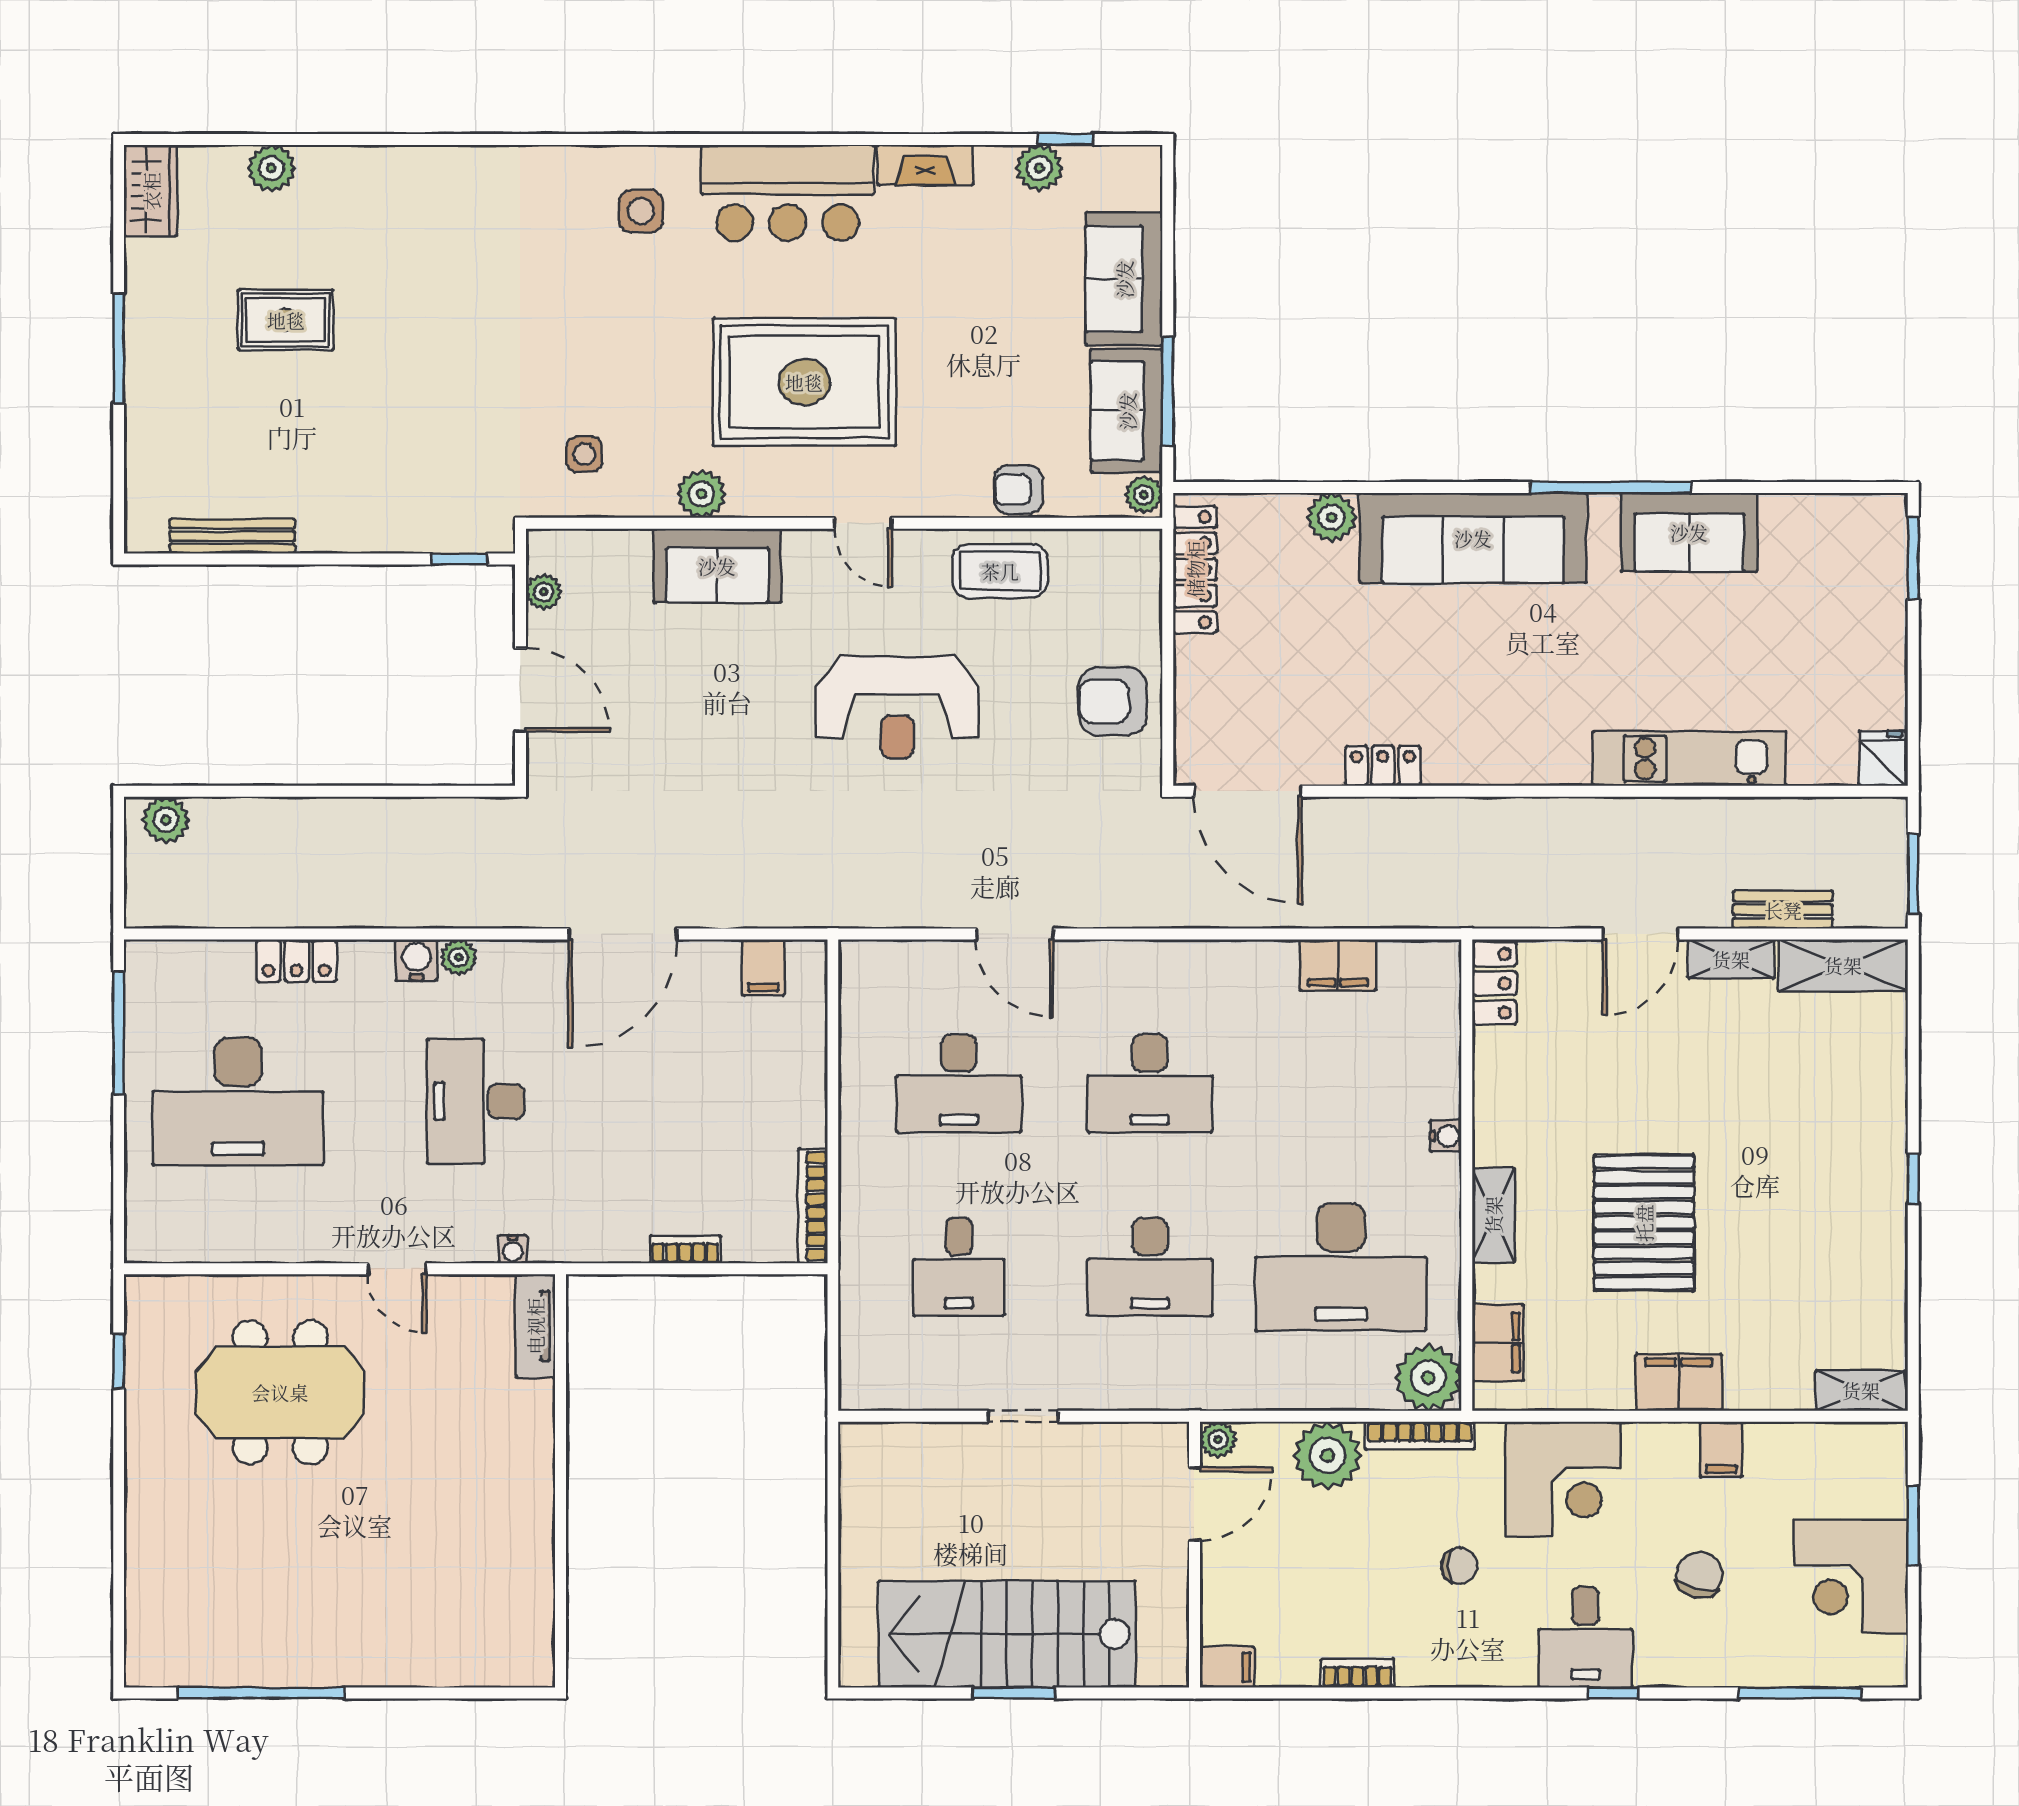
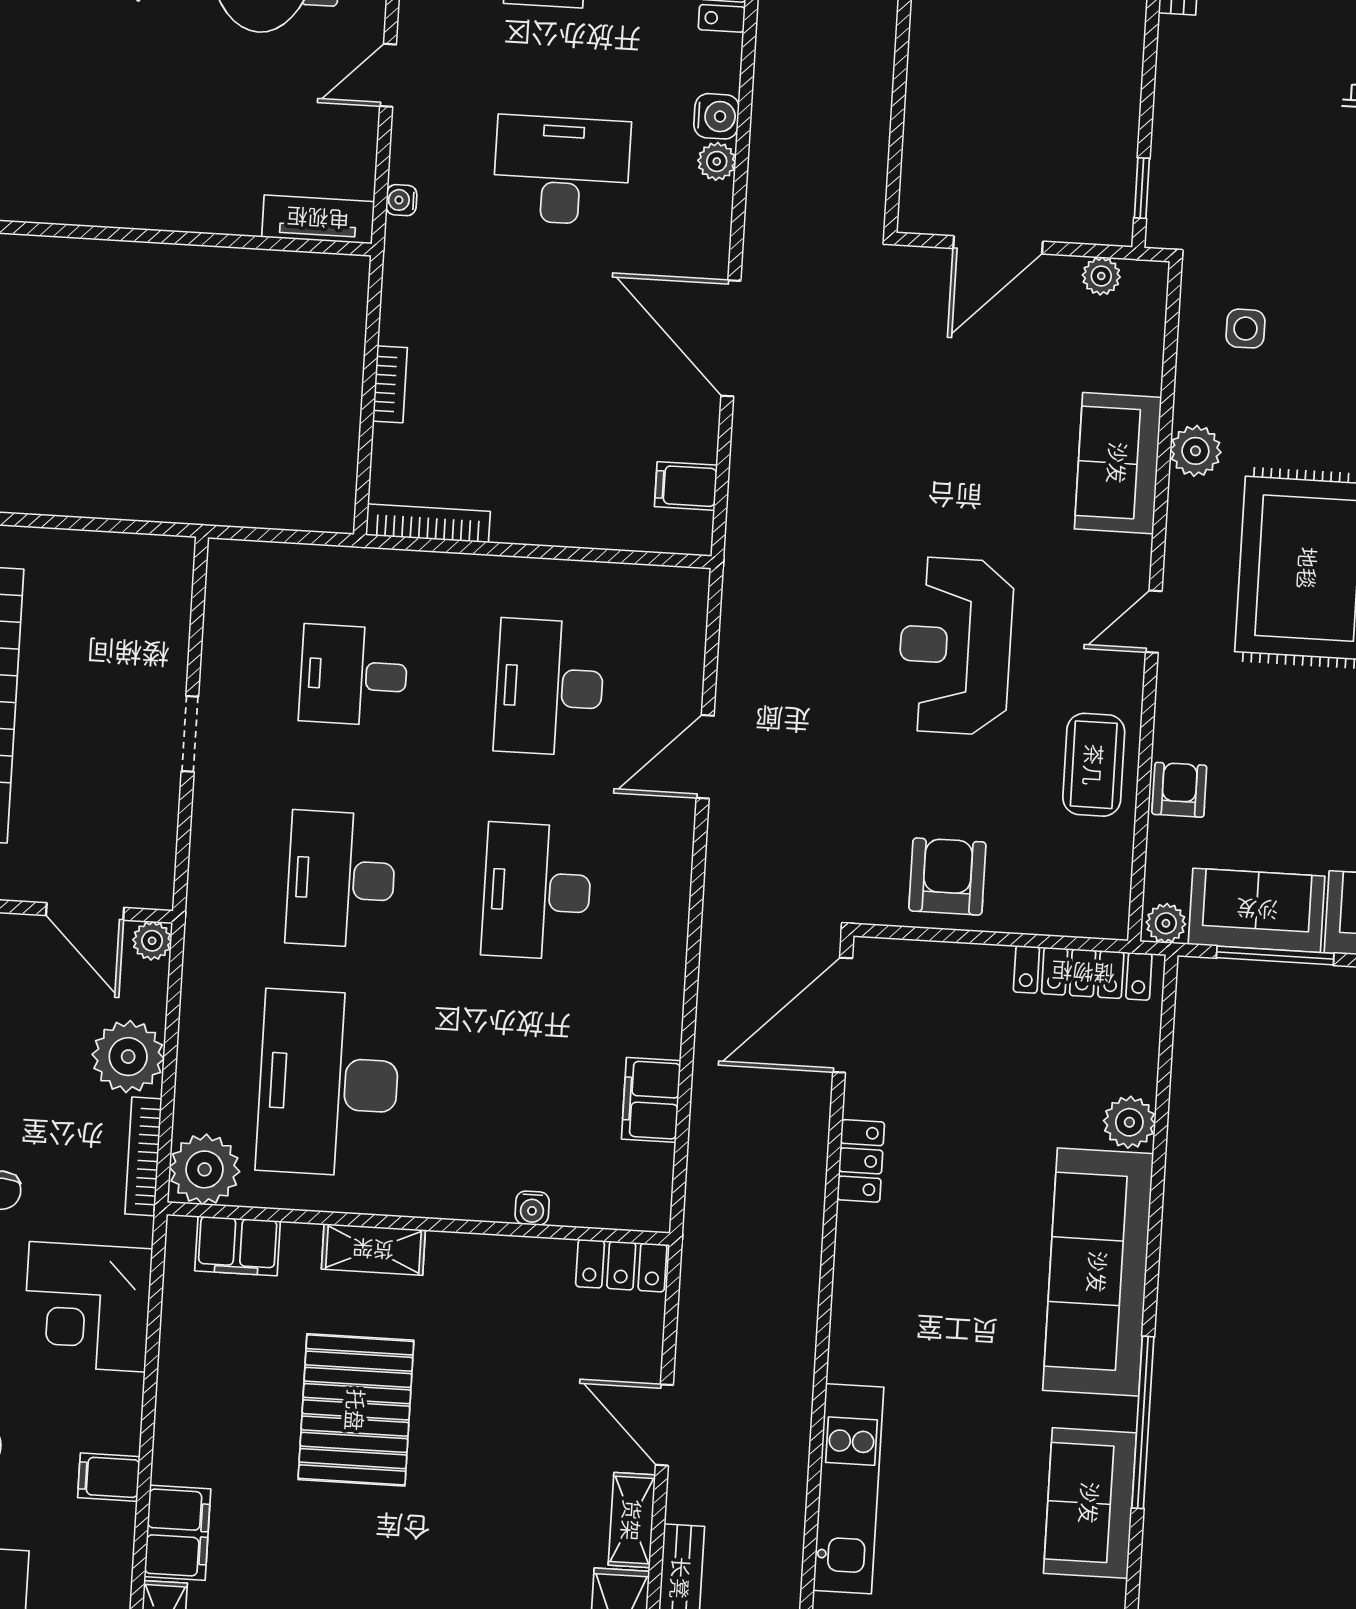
water cooler: (1446, 1136) -> (532, 1208), moved
pallet: (1644, 1223) -> (356, 1410), turned 90
filing cabinet: (1679, 1382) -> (177, 1533), moved

